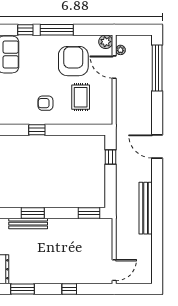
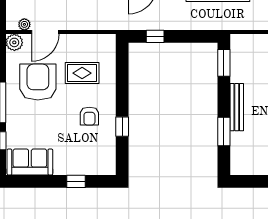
armchair: (73, 61) -> (38, 82), turned 90
bench: (28, 224) -> (237, 107), moved

